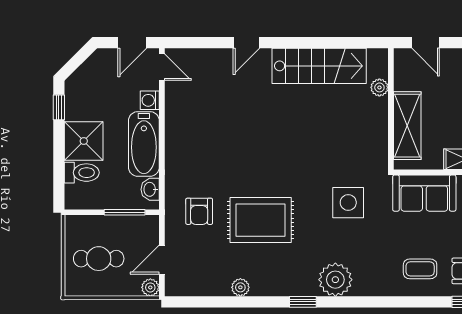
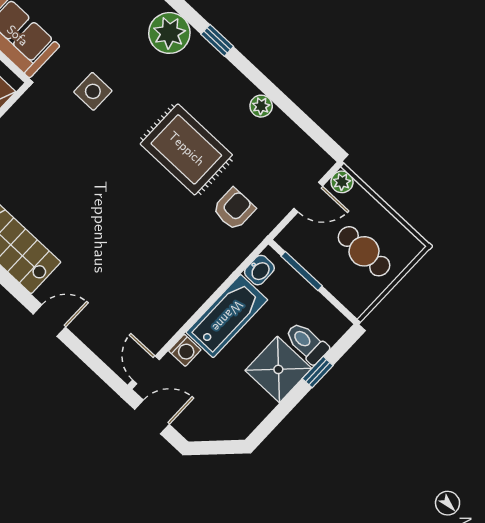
window: (59, 107) -> (318, 372), moved
side table: (348, 203) -> (93, 91), width x0.73, depth x0.73

